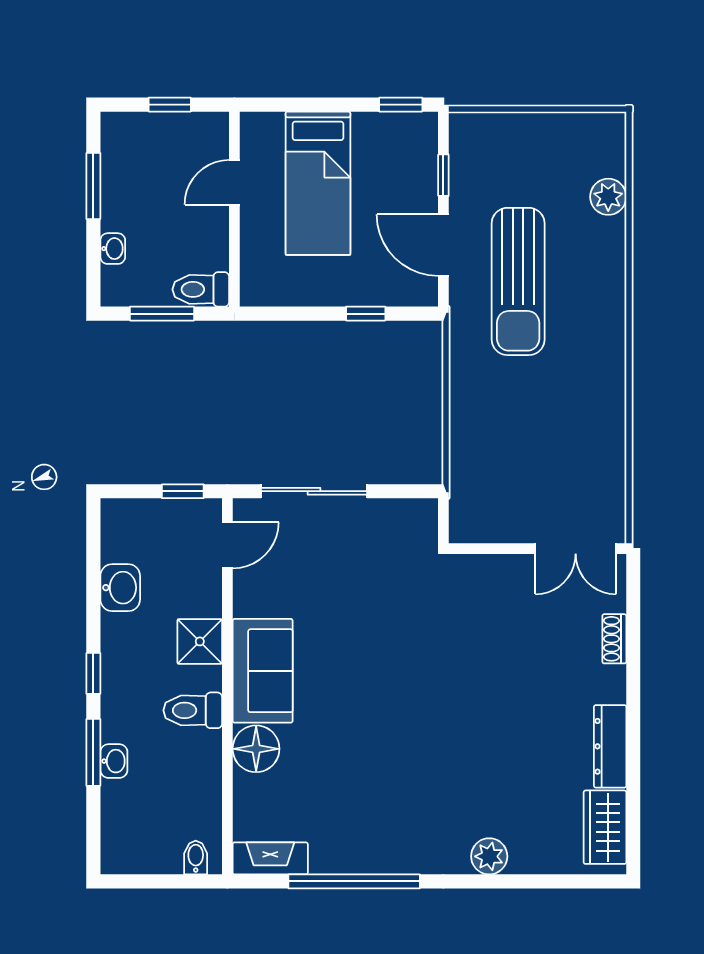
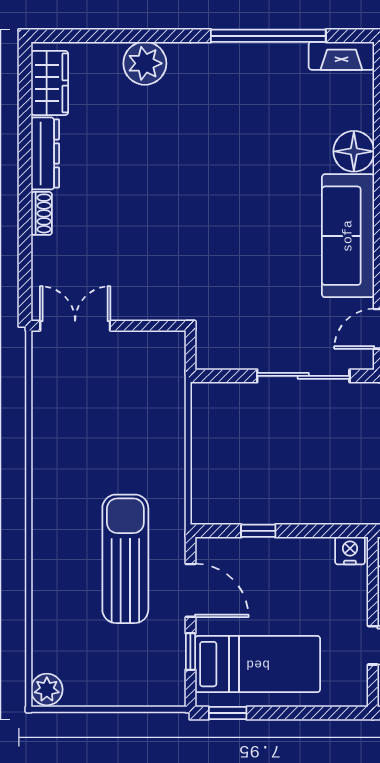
bed: (318, 183) -> (258, 664), moved, turned 90
plant: (608, 197) -> (47, 689), moved
nightstand: (260, 291) -> (350, 551), added
shoe rack: (614, 639) -> (41, 213), moved
sofa: (263, 671) -> (348, 236), width x1.36
plant: (489, 856) -> (145, 63), width x1.36, depth x1.36

